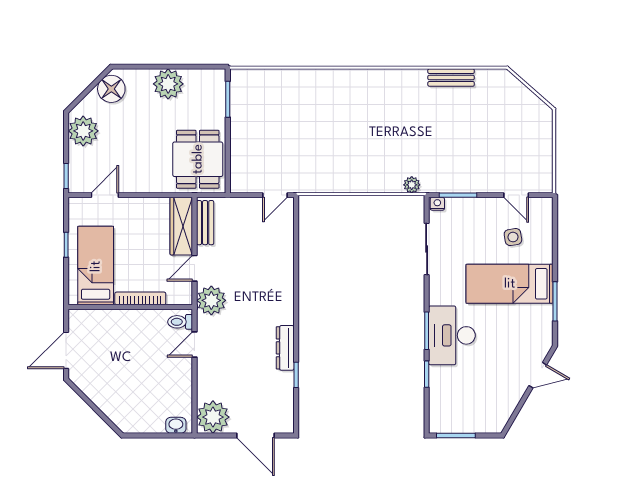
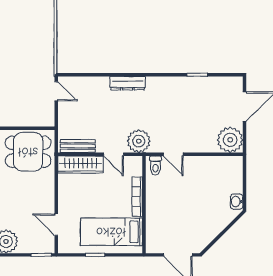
dresser: (285, 348) -> (128, 83), moved
washbasin: (176, 425) -> (237, 201), moved

